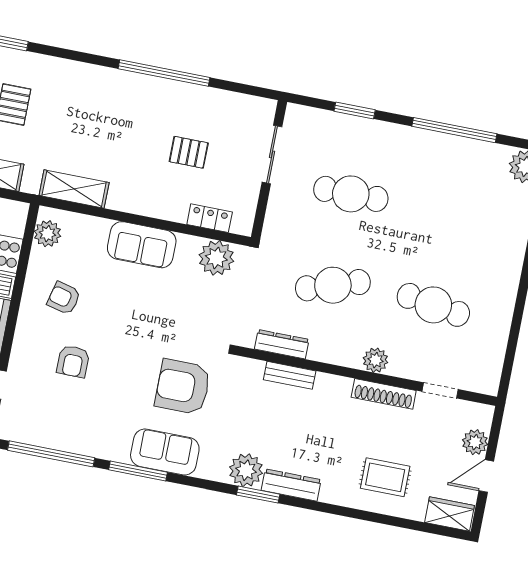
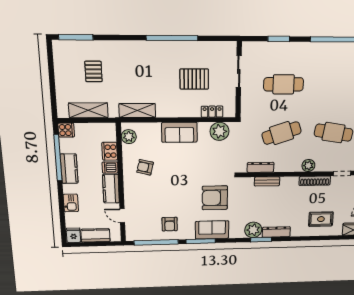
pallet: (189, 152) -> (194, 79), width x1.50, depth x1.42
armchair: (73, 361) -> (170, 224), moved

